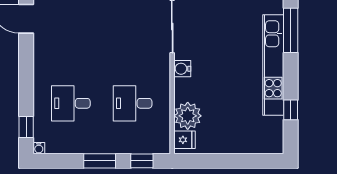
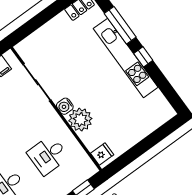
window: (291, 110) -> (143, 57), moved
plant: (188, 116) -> (80, 120), moved

